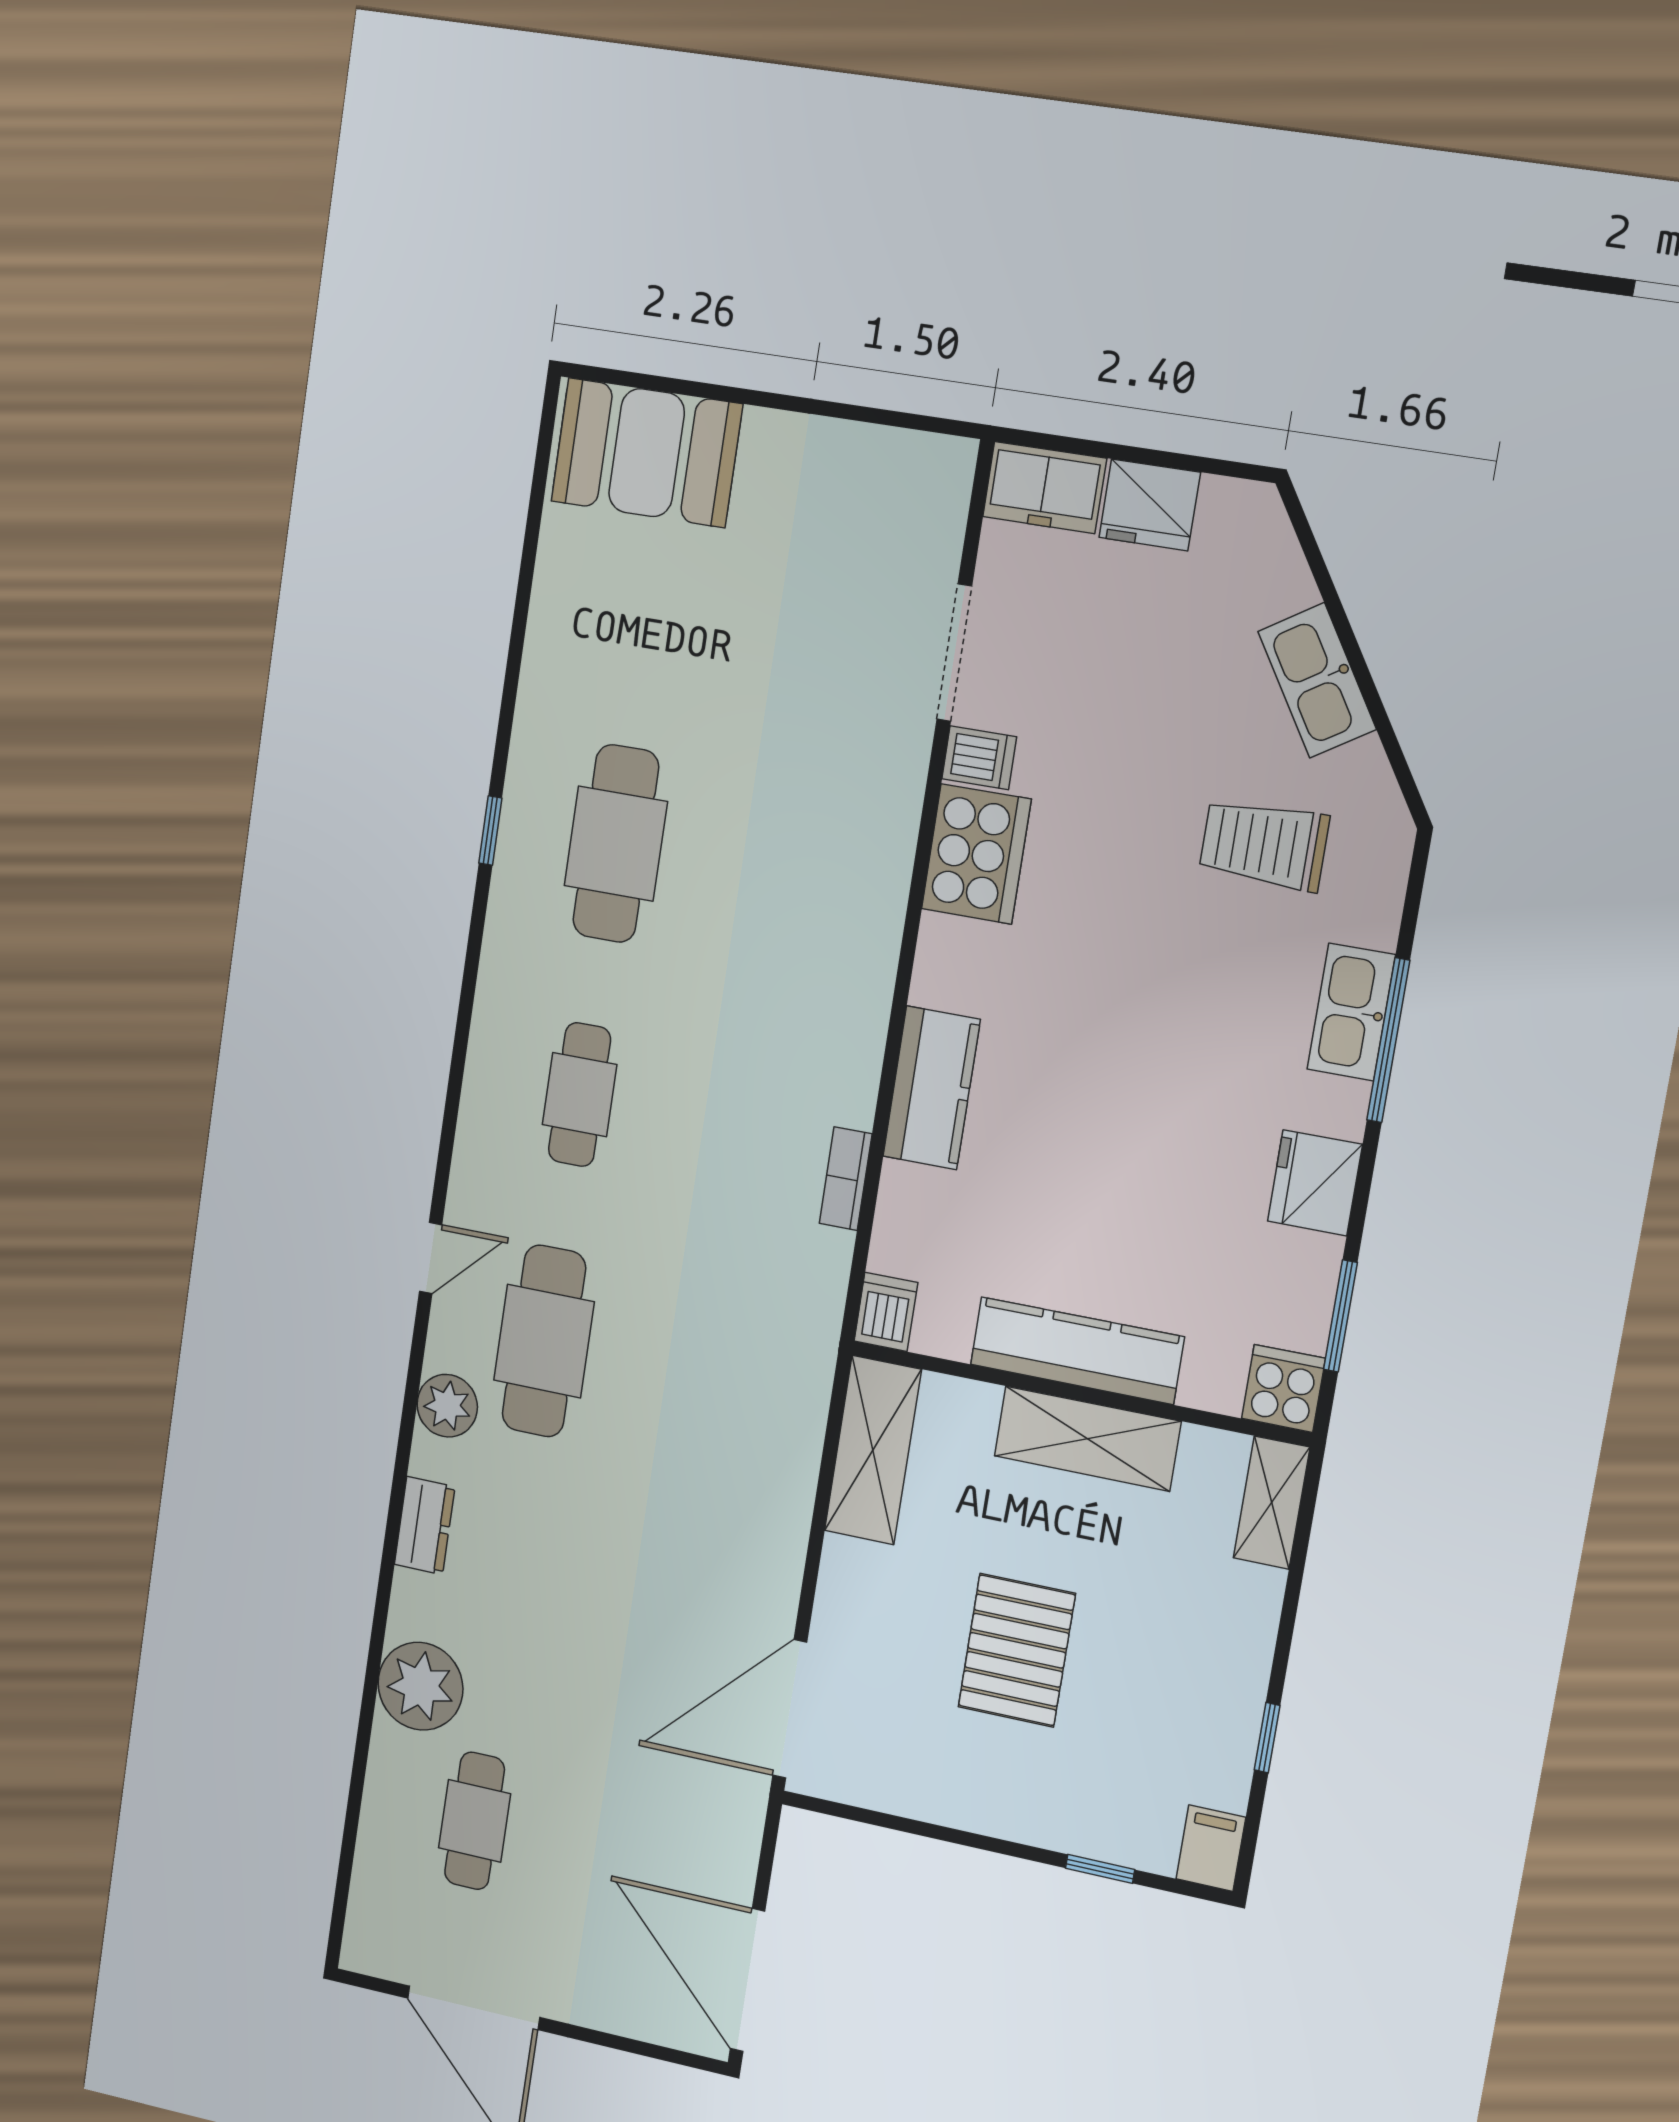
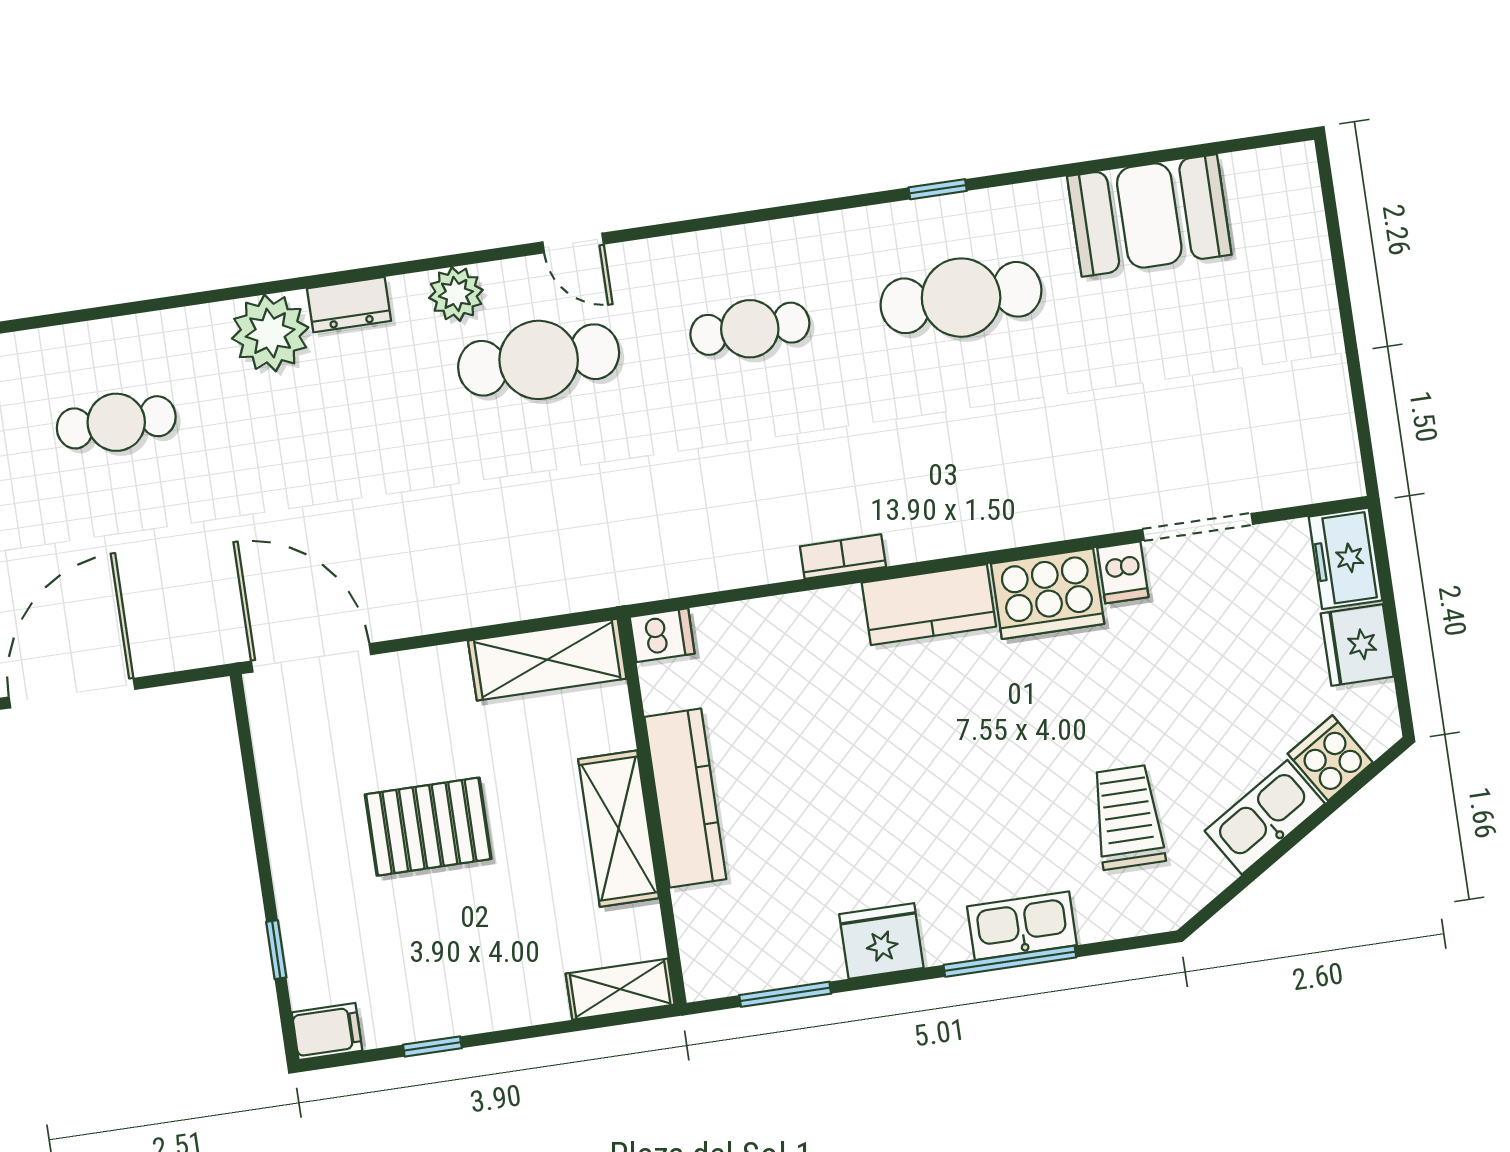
booth: (647, 453) -> (1149, 215), moved, turned 90
kitchen counter: (932, 1088) -> (929, 605), moved
bookcase: (846, 1179) -> (843, 557), moved
cooker: (1283, 1388) -> (1330, 758), moved, turned -122
plant: (420, 1686) -> (270, 333), moved

